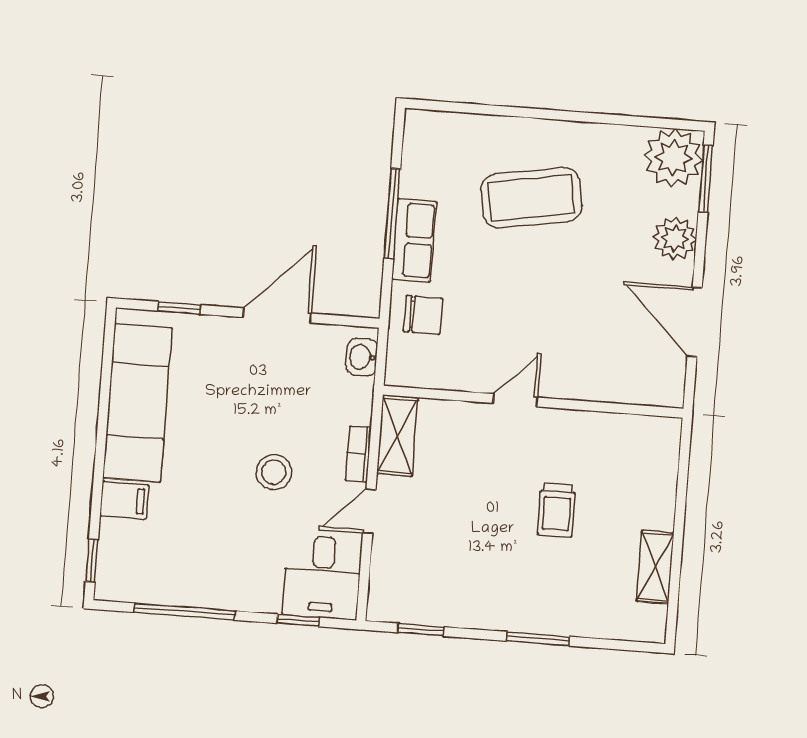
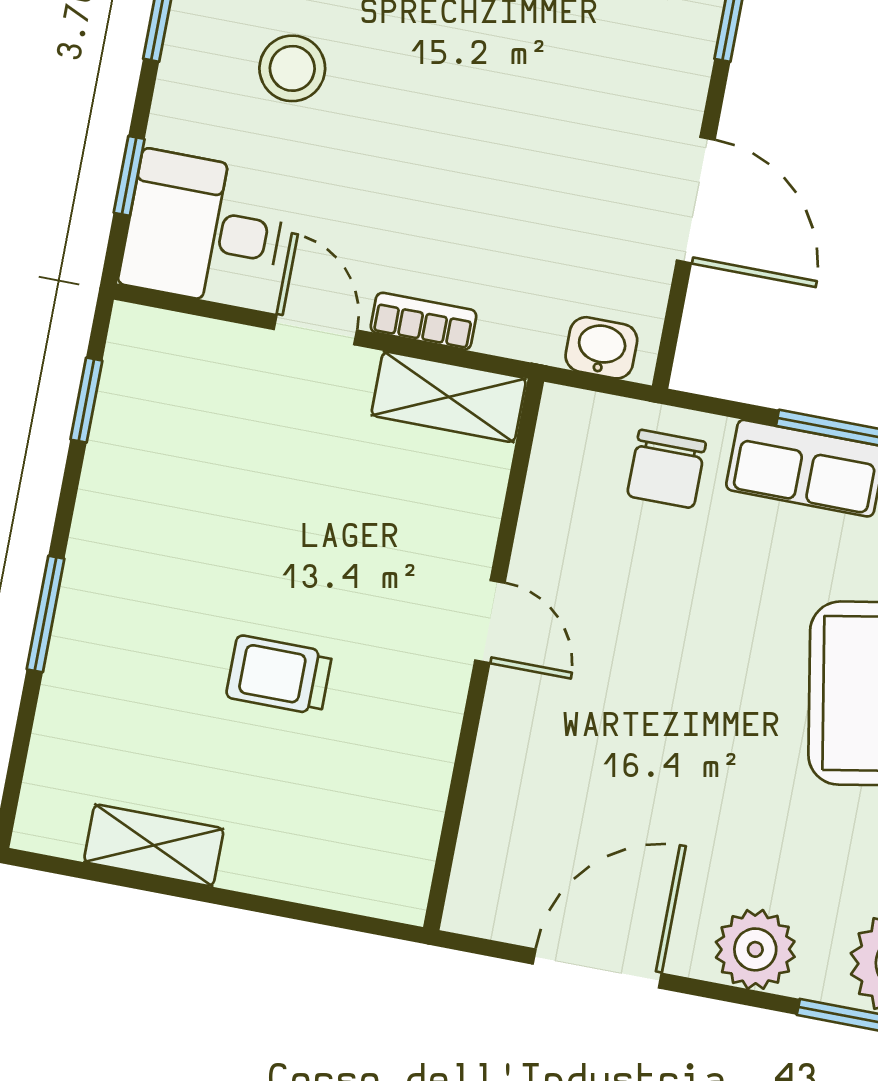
stool: (274, 472) -> (292, 68), moved

